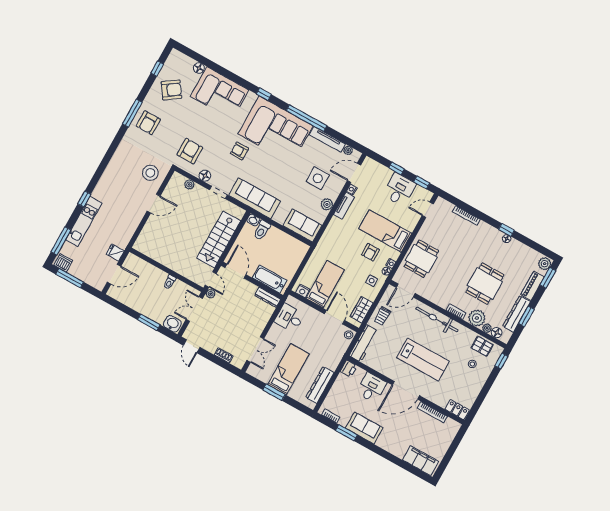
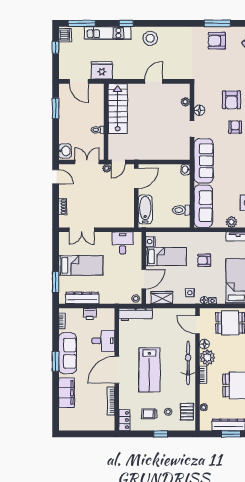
armchair: (190, 151) -> (231, 100), moved, turned 90
stool: (150, 173) -> (150, 38), moved
door: (154, 203) -> (154, 81), swing flipped
sofa: (302, 226) -> (203, 206), width x1.36
toilet: (262, 230) -> (181, 210), moved
stairs: (219, 239) -> (118, 109), moved, turned 90
armchair: (370, 252) -> (204, 260), moved
fridge: (115, 253) -> (102, 70), width x1.88, depth x1.34
window: (70, 278) -> (56, 47), width x0.46
dresser: (268, 297) -> (129, 216), removed
trolley: (382, 316) -> (149, 414), moved
plant: (477, 318) -> (207, 358), moved
window: (149, 322) -> (56, 108), moved
floor lamp: (497, 333) -> (204, 344), moved
door: (192, 346) -> (56, 177), swing flipped
window: (501, 361) -> (161, 434), moved
printer: (349, 369) -> (90, 314), moved
door: (406, 390) -> (117, 370), hinge flipped
window: (274, 392) -> (56, 282), moved
sofa: (364, 428) -> (68, 353), width x1.36
window: (346, 433) -> (56, 361), moved
filing cabinet: (421, 461) -> (67, 392), moved

